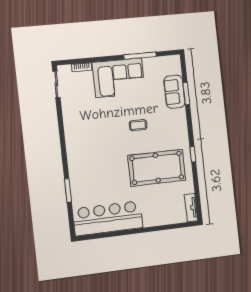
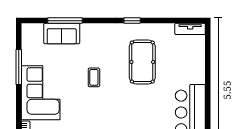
window: (186, 94) -> (65, 21), width x1.44
pool table: (157, 168) -> (142, 62), width x0.73, depth x0.76

